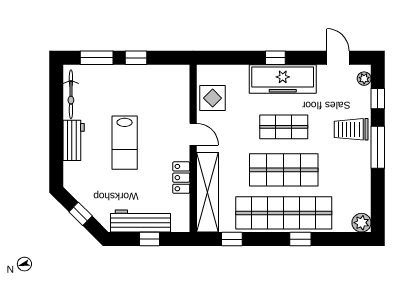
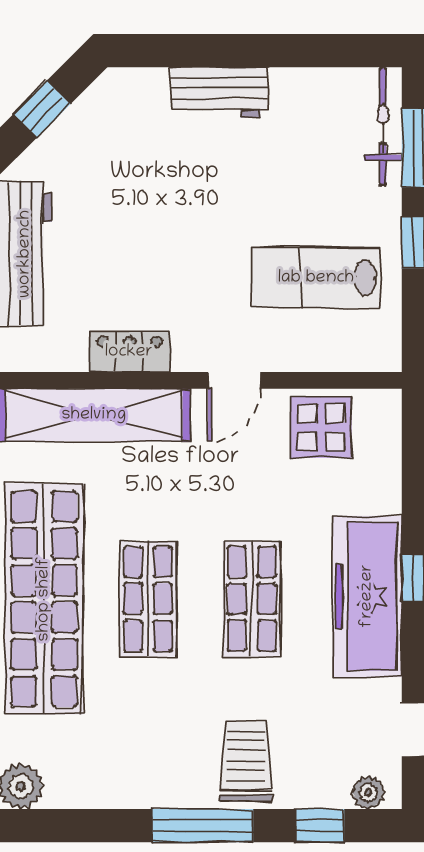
bicycle: (71, 94) -> (383, 126), moved, turned 90
lab bench: (125, 143) -> (316, 278), moved
shop shelf: (284, 170) -> (148, 599), width x0.70, depth x0.74

